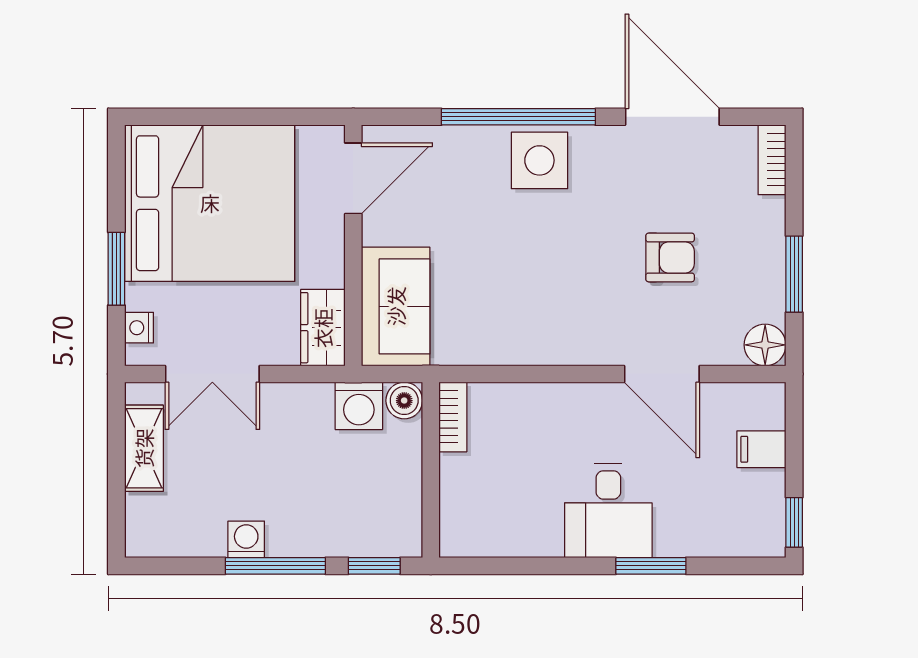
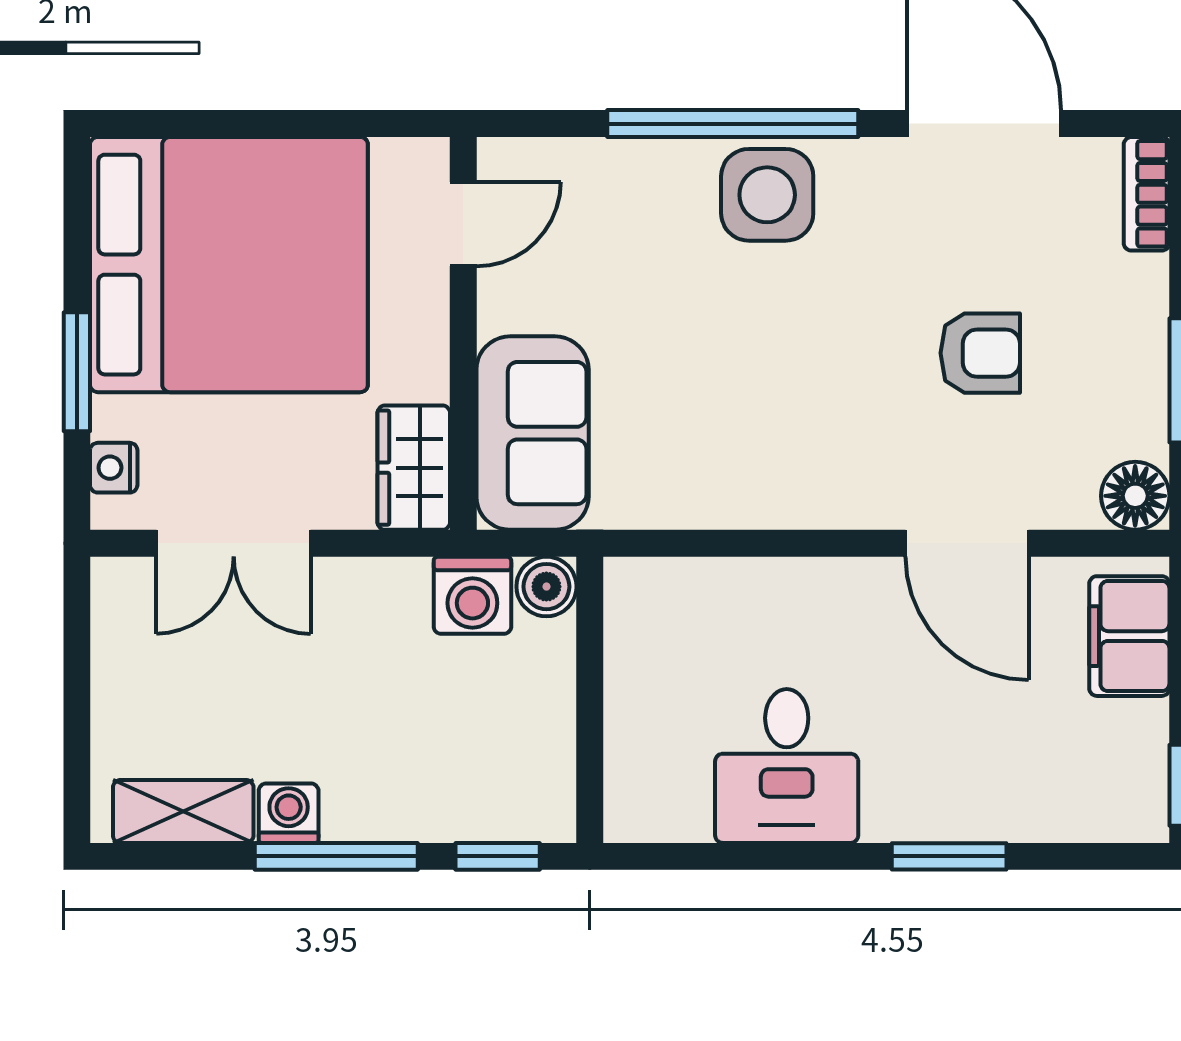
door: (353, 178) -> (463, 224), width x0.73
bookcase: (453, 417) -> (626, 613), removed
shelving: (144, 448) -> (183, 811), moved, turned 90
filing cabinet: (761, 449) -> (1129, 636), width x2.00
desk: (608, 510) -> (787, 766), moved

